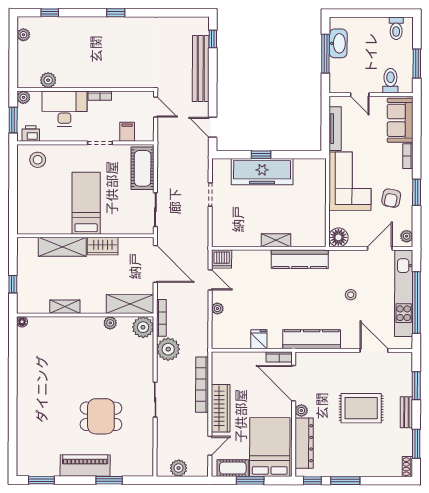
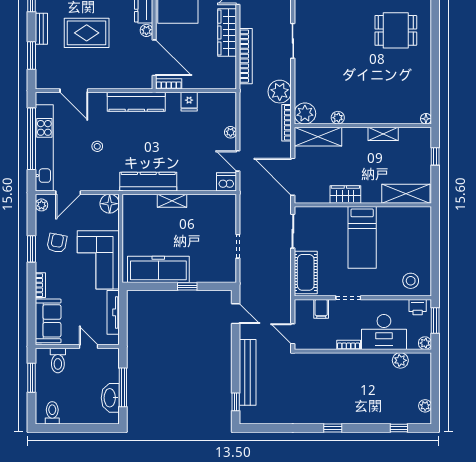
freezer: (262, 172) -> (158, 269), moved
shelving: (62, 247) -> (406, 194), moved
dining table: (101, 416) -> (396, 30), moved

